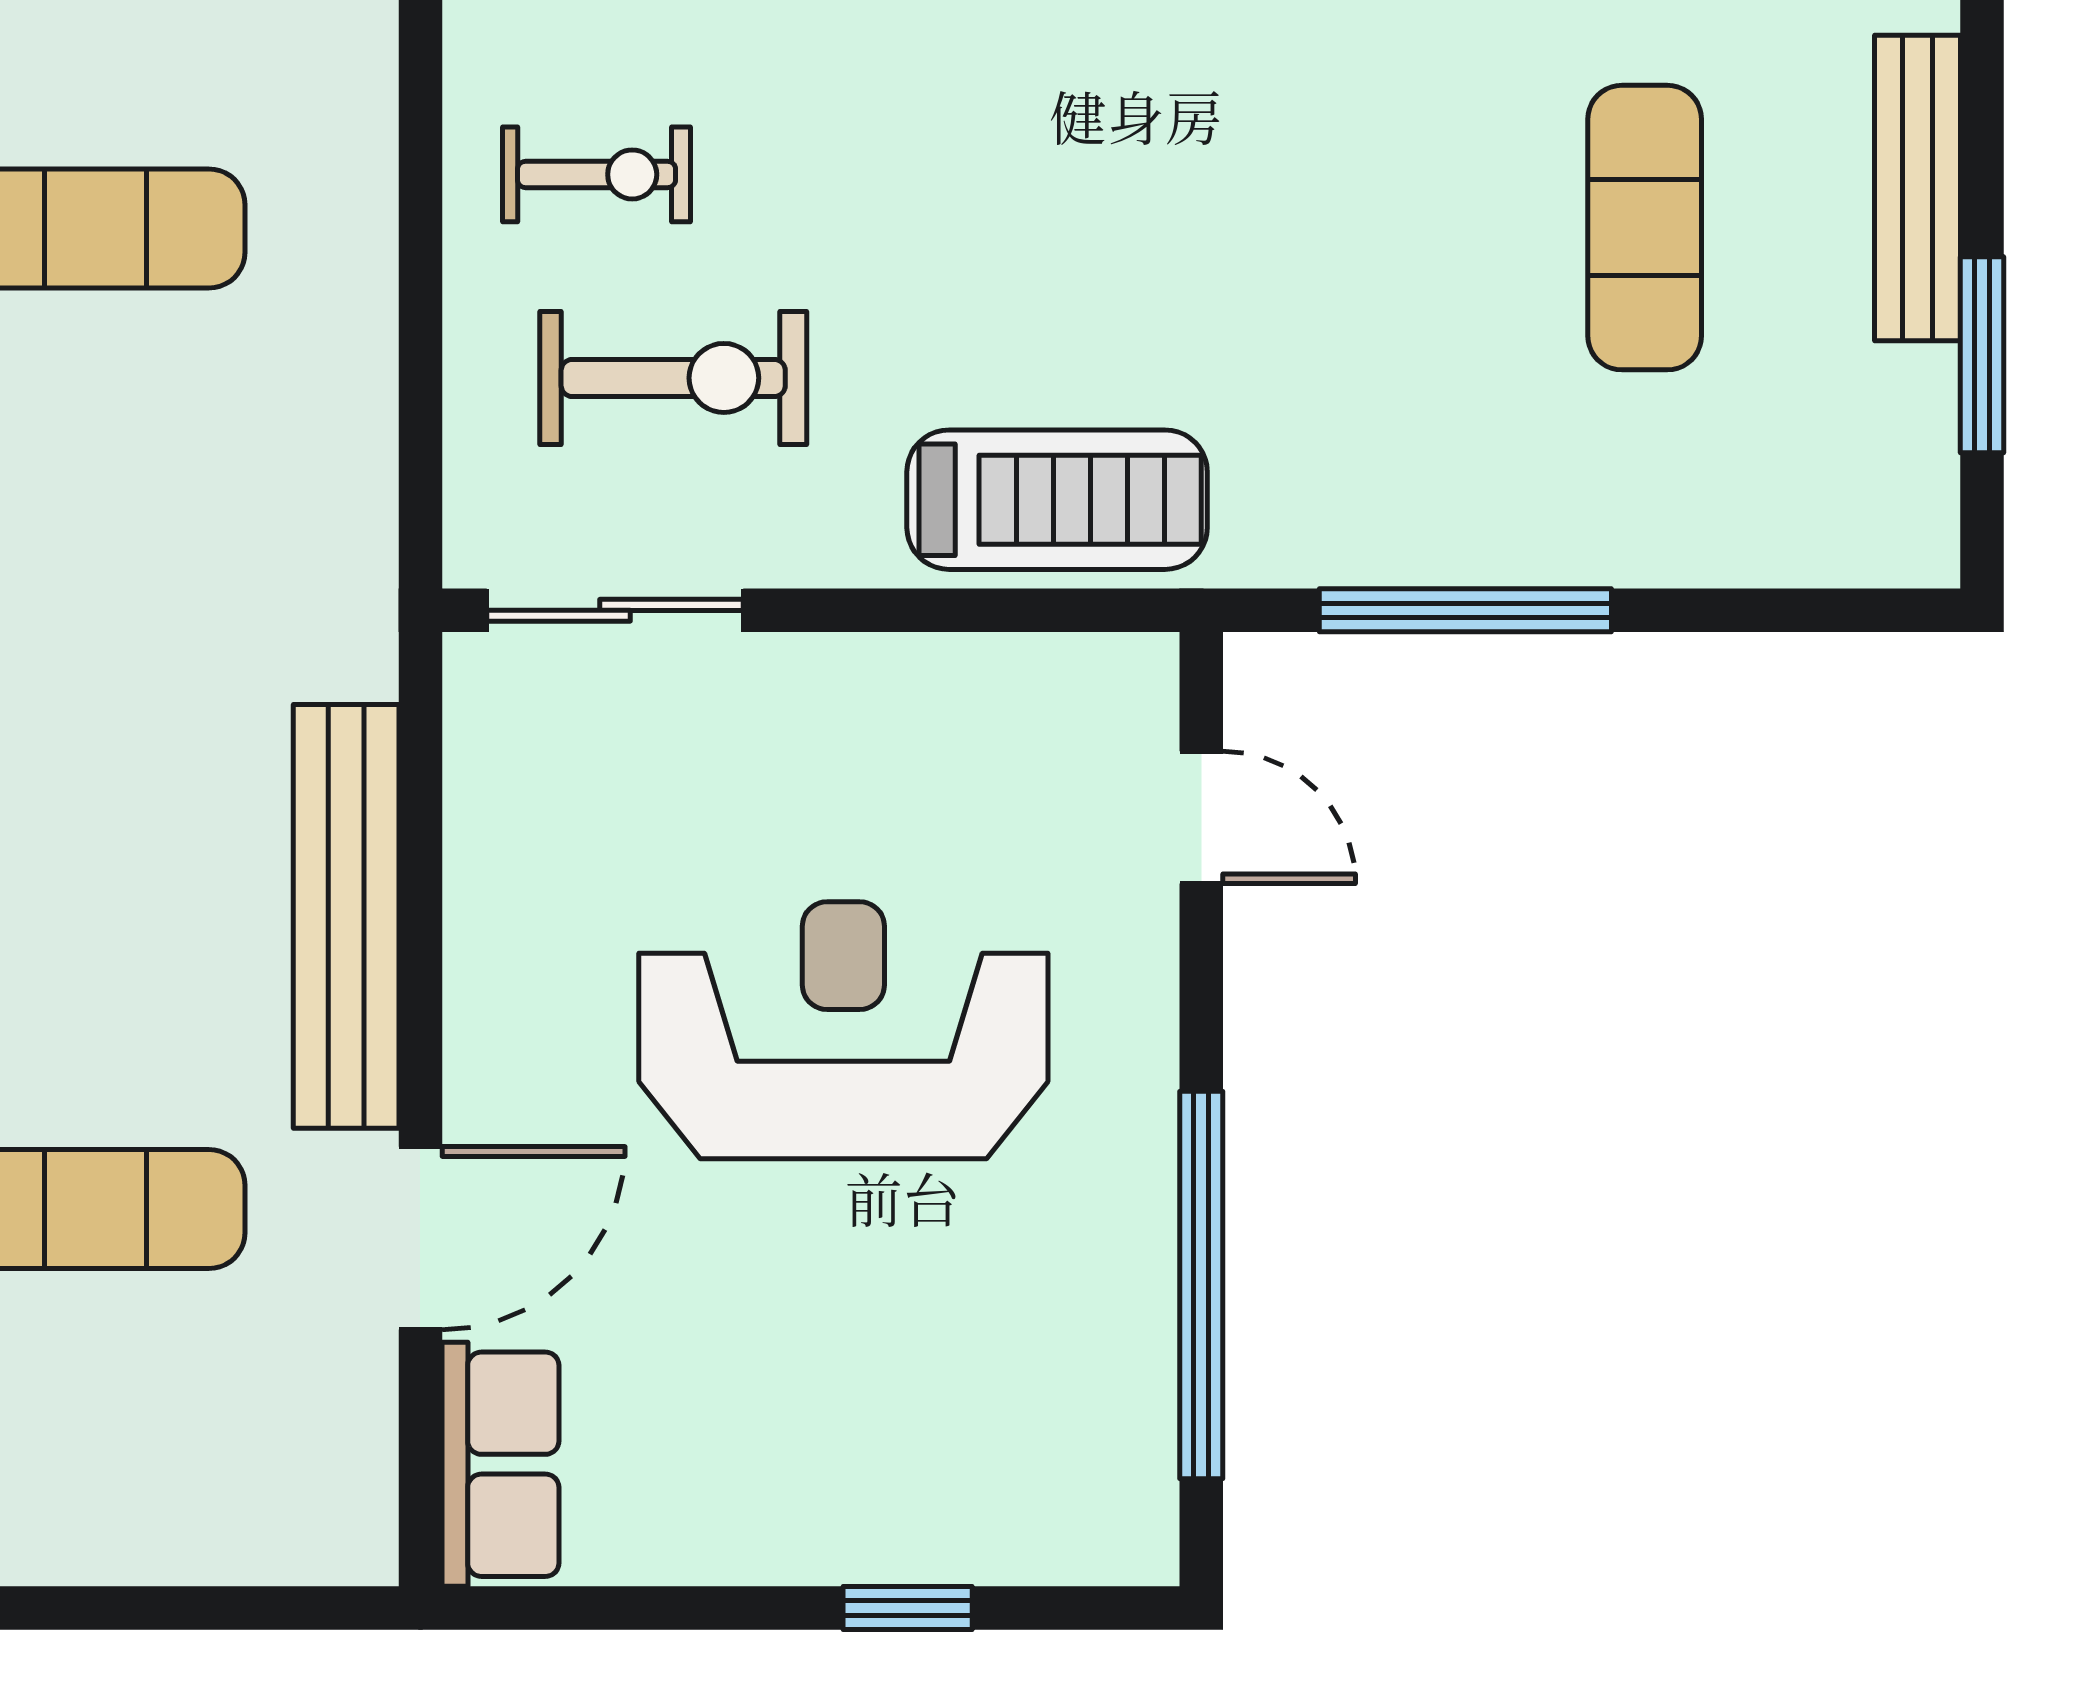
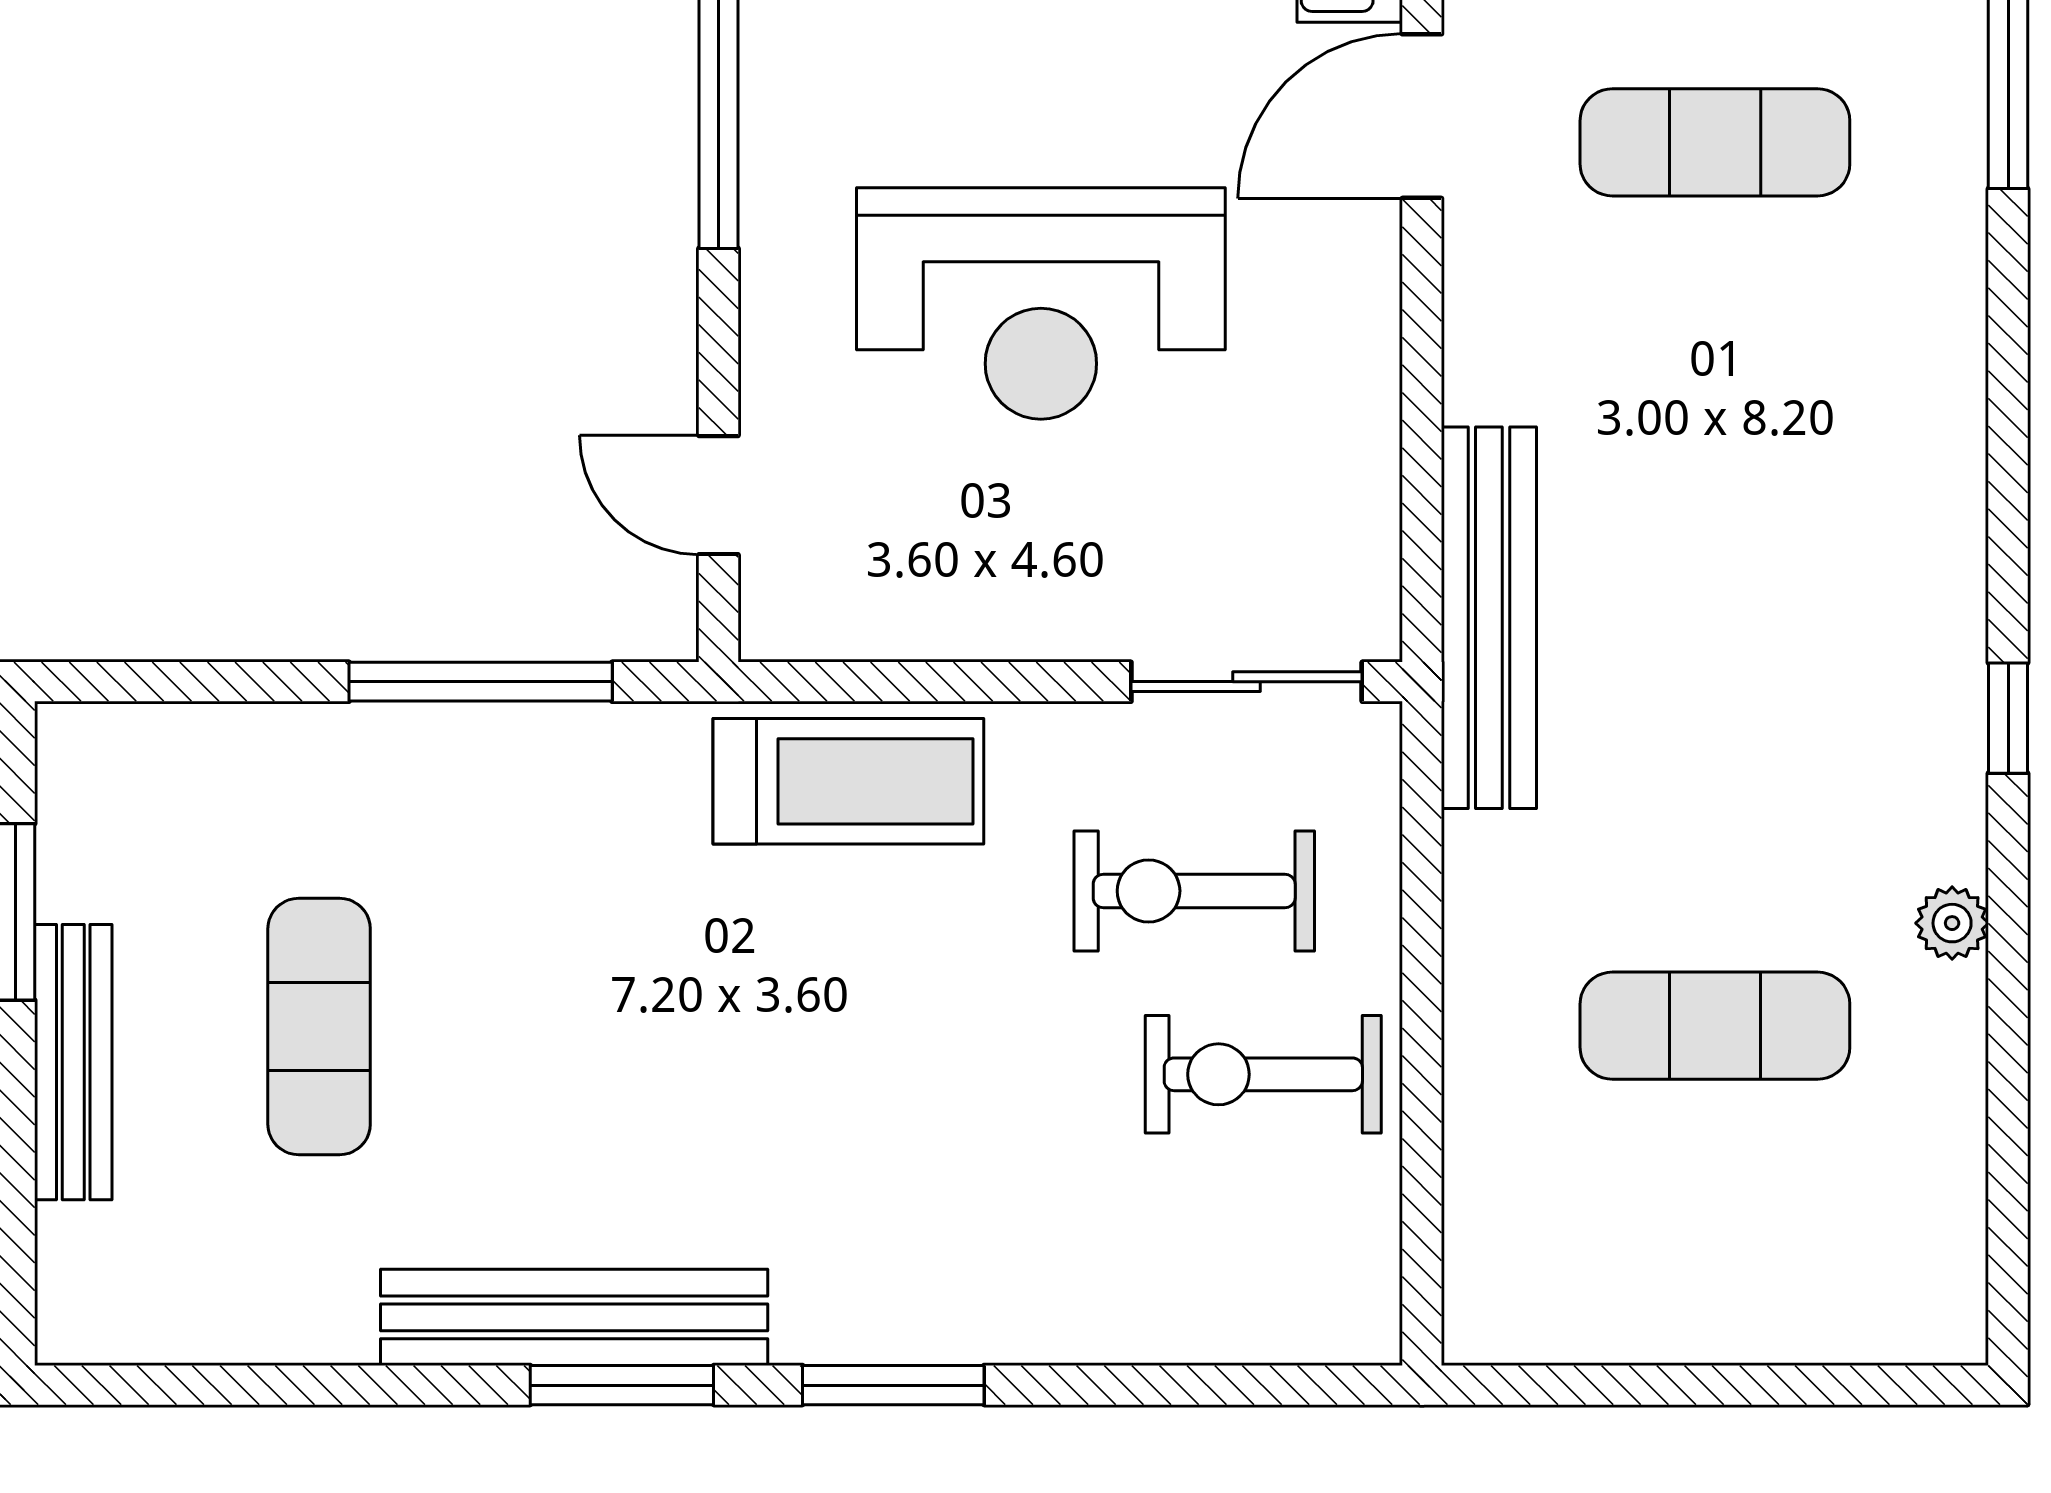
exercise bike: (597, 174) -> (1263, 1074), width x1.38, depth x1.39
treadmill: (1057, 500) -> (848, 781), turned 180
bench: (346, 916) -> (1489, 618), moved

